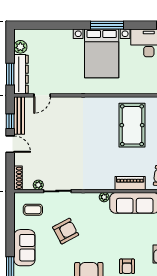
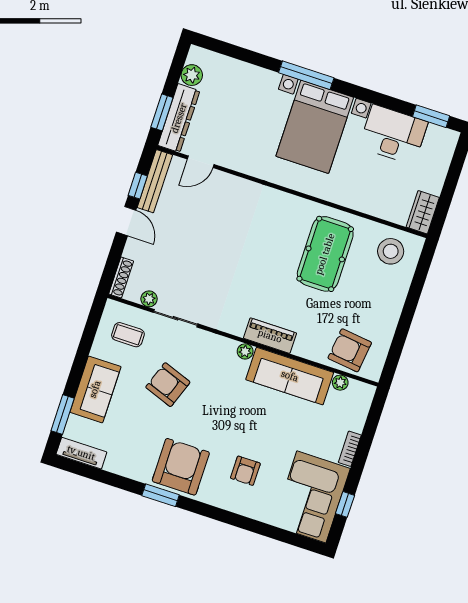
window: (107, 25) -> (306, 75), moved
piano: (130, 183) -> (270, 336), moved
armchair: (66, 231) -> (168, 385), turned -132

